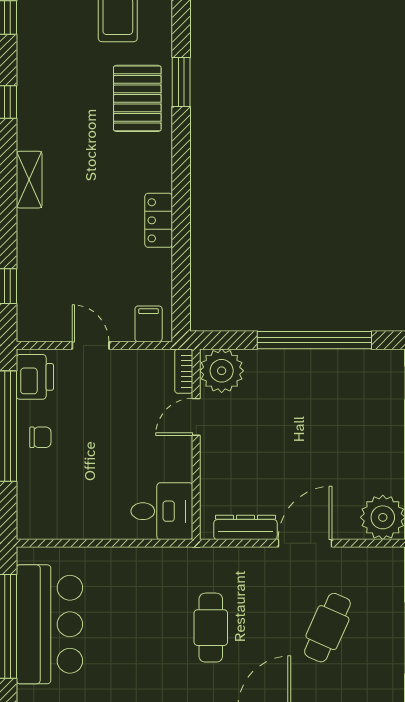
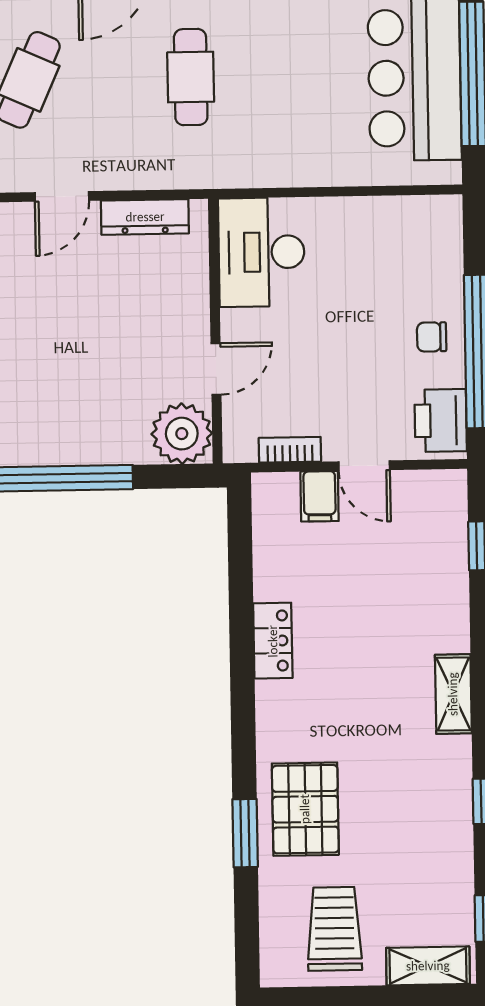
filing cabinet: (149, 324) -> (320, 496), moved
bookcase: (184, 371) -> (290, 450), moved, turned -90
desk: (162, 511) -> (261, 252), width x1.37
door: (305, 543) -> (62, 196), width x0.73

